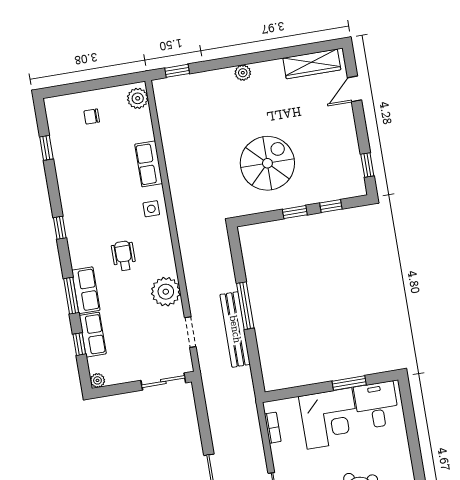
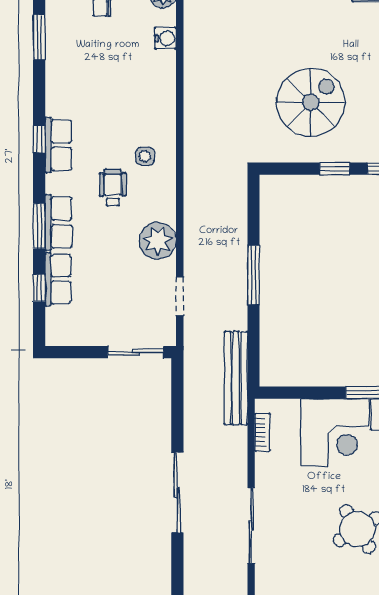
water cooler: (145, 132) -> (165, 38), added
window: (46, 148) -> (39, 37), width x1.50
row of seats: (149, 164) -> (58, 145), moved, turned 180
side table: (151, 209) -> (145, 156), moved
bench: (235, 329) -> (236, 378), moved
plant: (97, 380) -> (54, 337), removed

